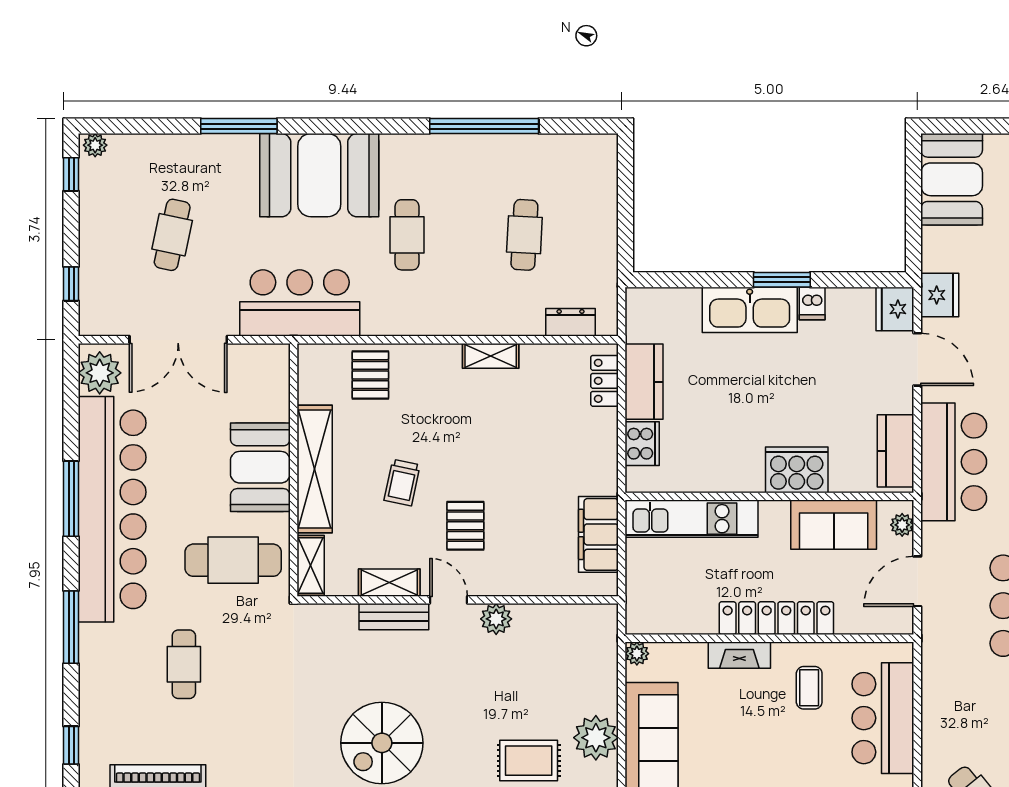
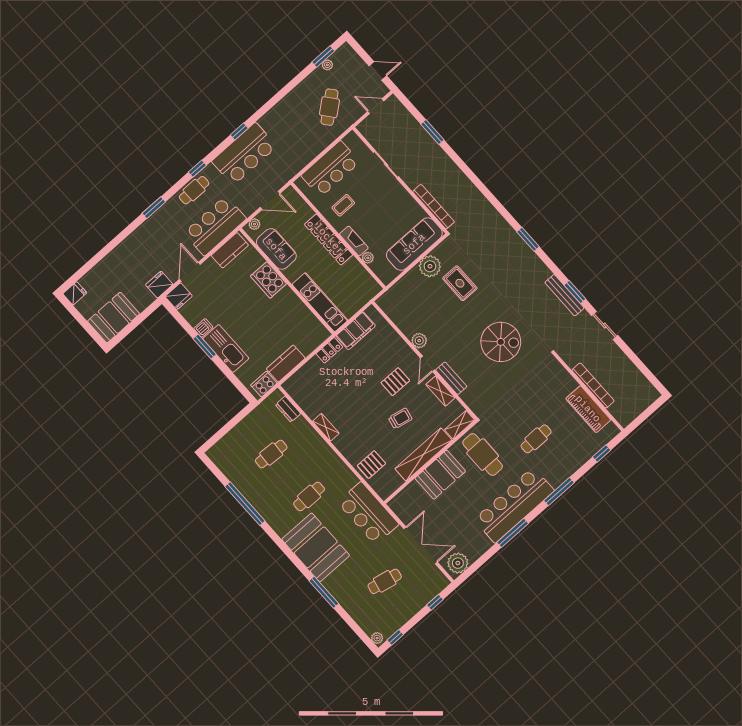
locker: (605, 381) -> (329, 350), moved
cooker: (642, 444) -> (264, 384), moved
bar counter: (112, 509) -> (514, 505), width x0.73
plant: (637, 654) -> (368, 258), moved

